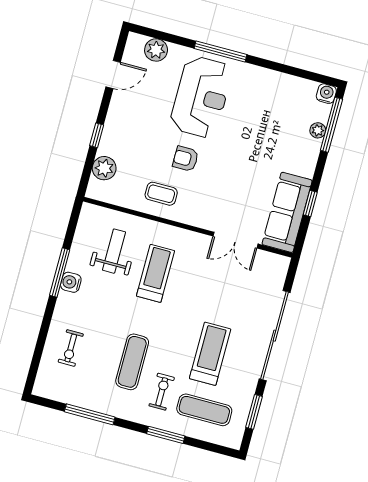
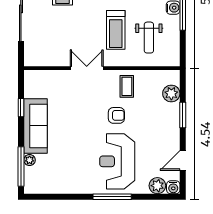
water cooler: (326, 94) -> (173, 187), moved
window: (97, 135) -> (183, 115), width x1.50
coffee table: (161, 194) -> (127, 86), turned 90
sofa: (287, 212) -> (35, 126), moved
double door: (235, 240) -> (87, 68), moved

